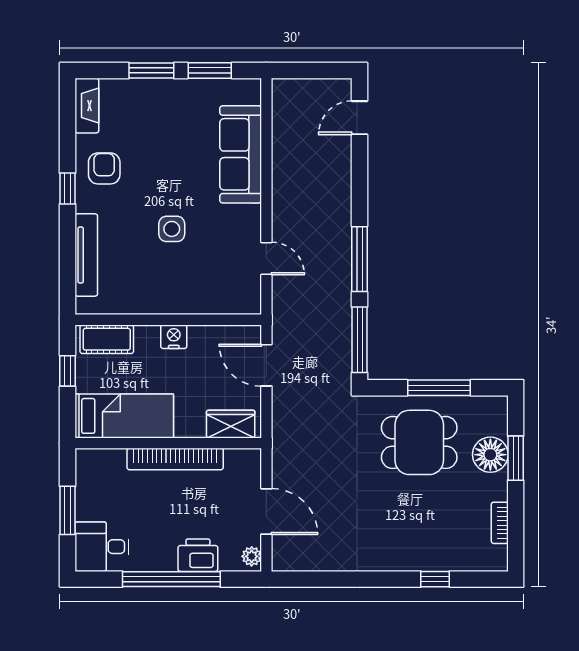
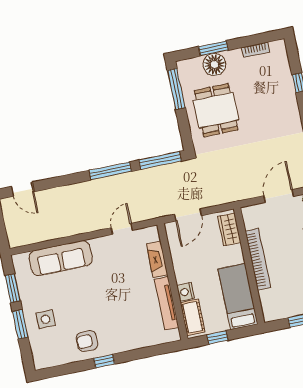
fireplace: (87, 106) -> (157, 259), moved, turned -90
side table: (172, 229) -> (46, 319), moved
tv unit: (86, 255) -> (167, 303), moved, turned -90
nightstand: (174, 337) -> (186, 292), moved
window: (439, 388) -> (176, 89), moved

